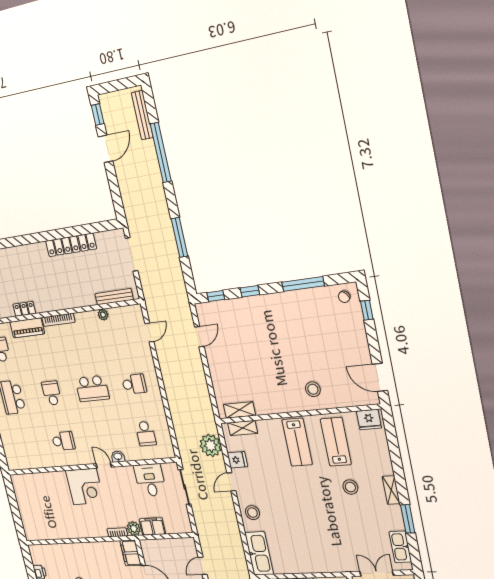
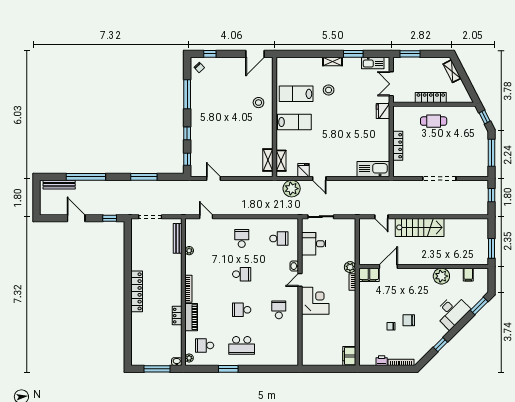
window: (98, 115) -> (110, 218), moved
locker: (71, 245) -> (137, 291), moved
school desk: (92, 389) -> (242, 274), width x0.54
fridge: (369, 420) -> (383, 111), moved, turned 180
stool: (252, 513) -> (343, 167), removed
filing cabinet: (152, 526) -> (349, 356), moved

